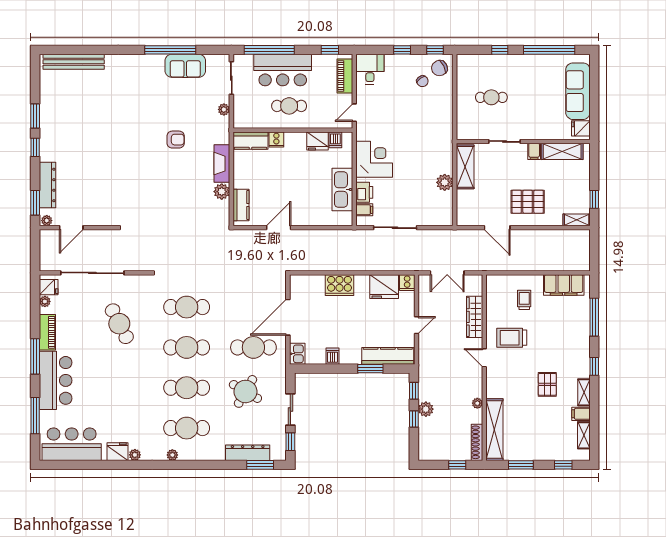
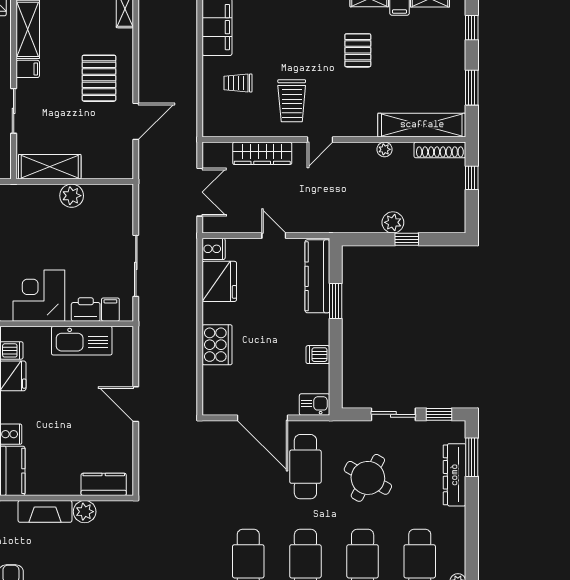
door: (279, 228) -> (136, 404), moved
pallet: (547, 384) -> (358, 50), turned 90
window: (414, 391) -> (367, 239), removed

